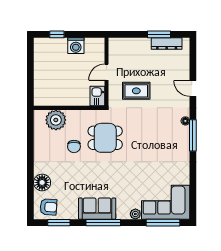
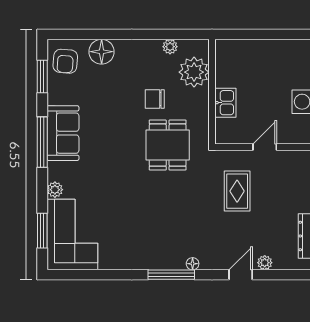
door: (106, 72) -> (265, 147), hinge flipped
plant: (185, 72) -> (265, 263), added
kitchen sink: (97, 96) -> (225, 103), moved, turned 90
plant: (39, 136) -> (170, 47), added
window: (163, 223) -> (42, 231), width x0.69

